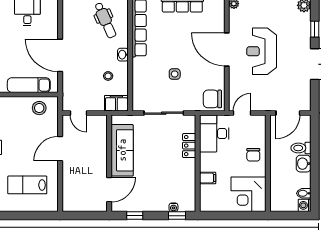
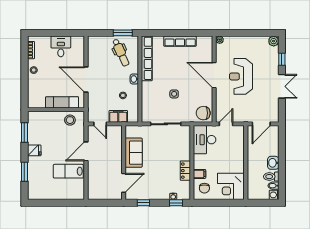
filing cabinet: (116, 103) -> (118, 116), moved
locker: (189, 146) -> (185, 171), moved
toilet: (301, 148) -> (271, 177), moved
sofa: (122, 150) -> (134, 153), width x0.73
chair: (253, 155) -> (204, 188), moved
lab bench: (27, 185) -> (68, 171), moved

